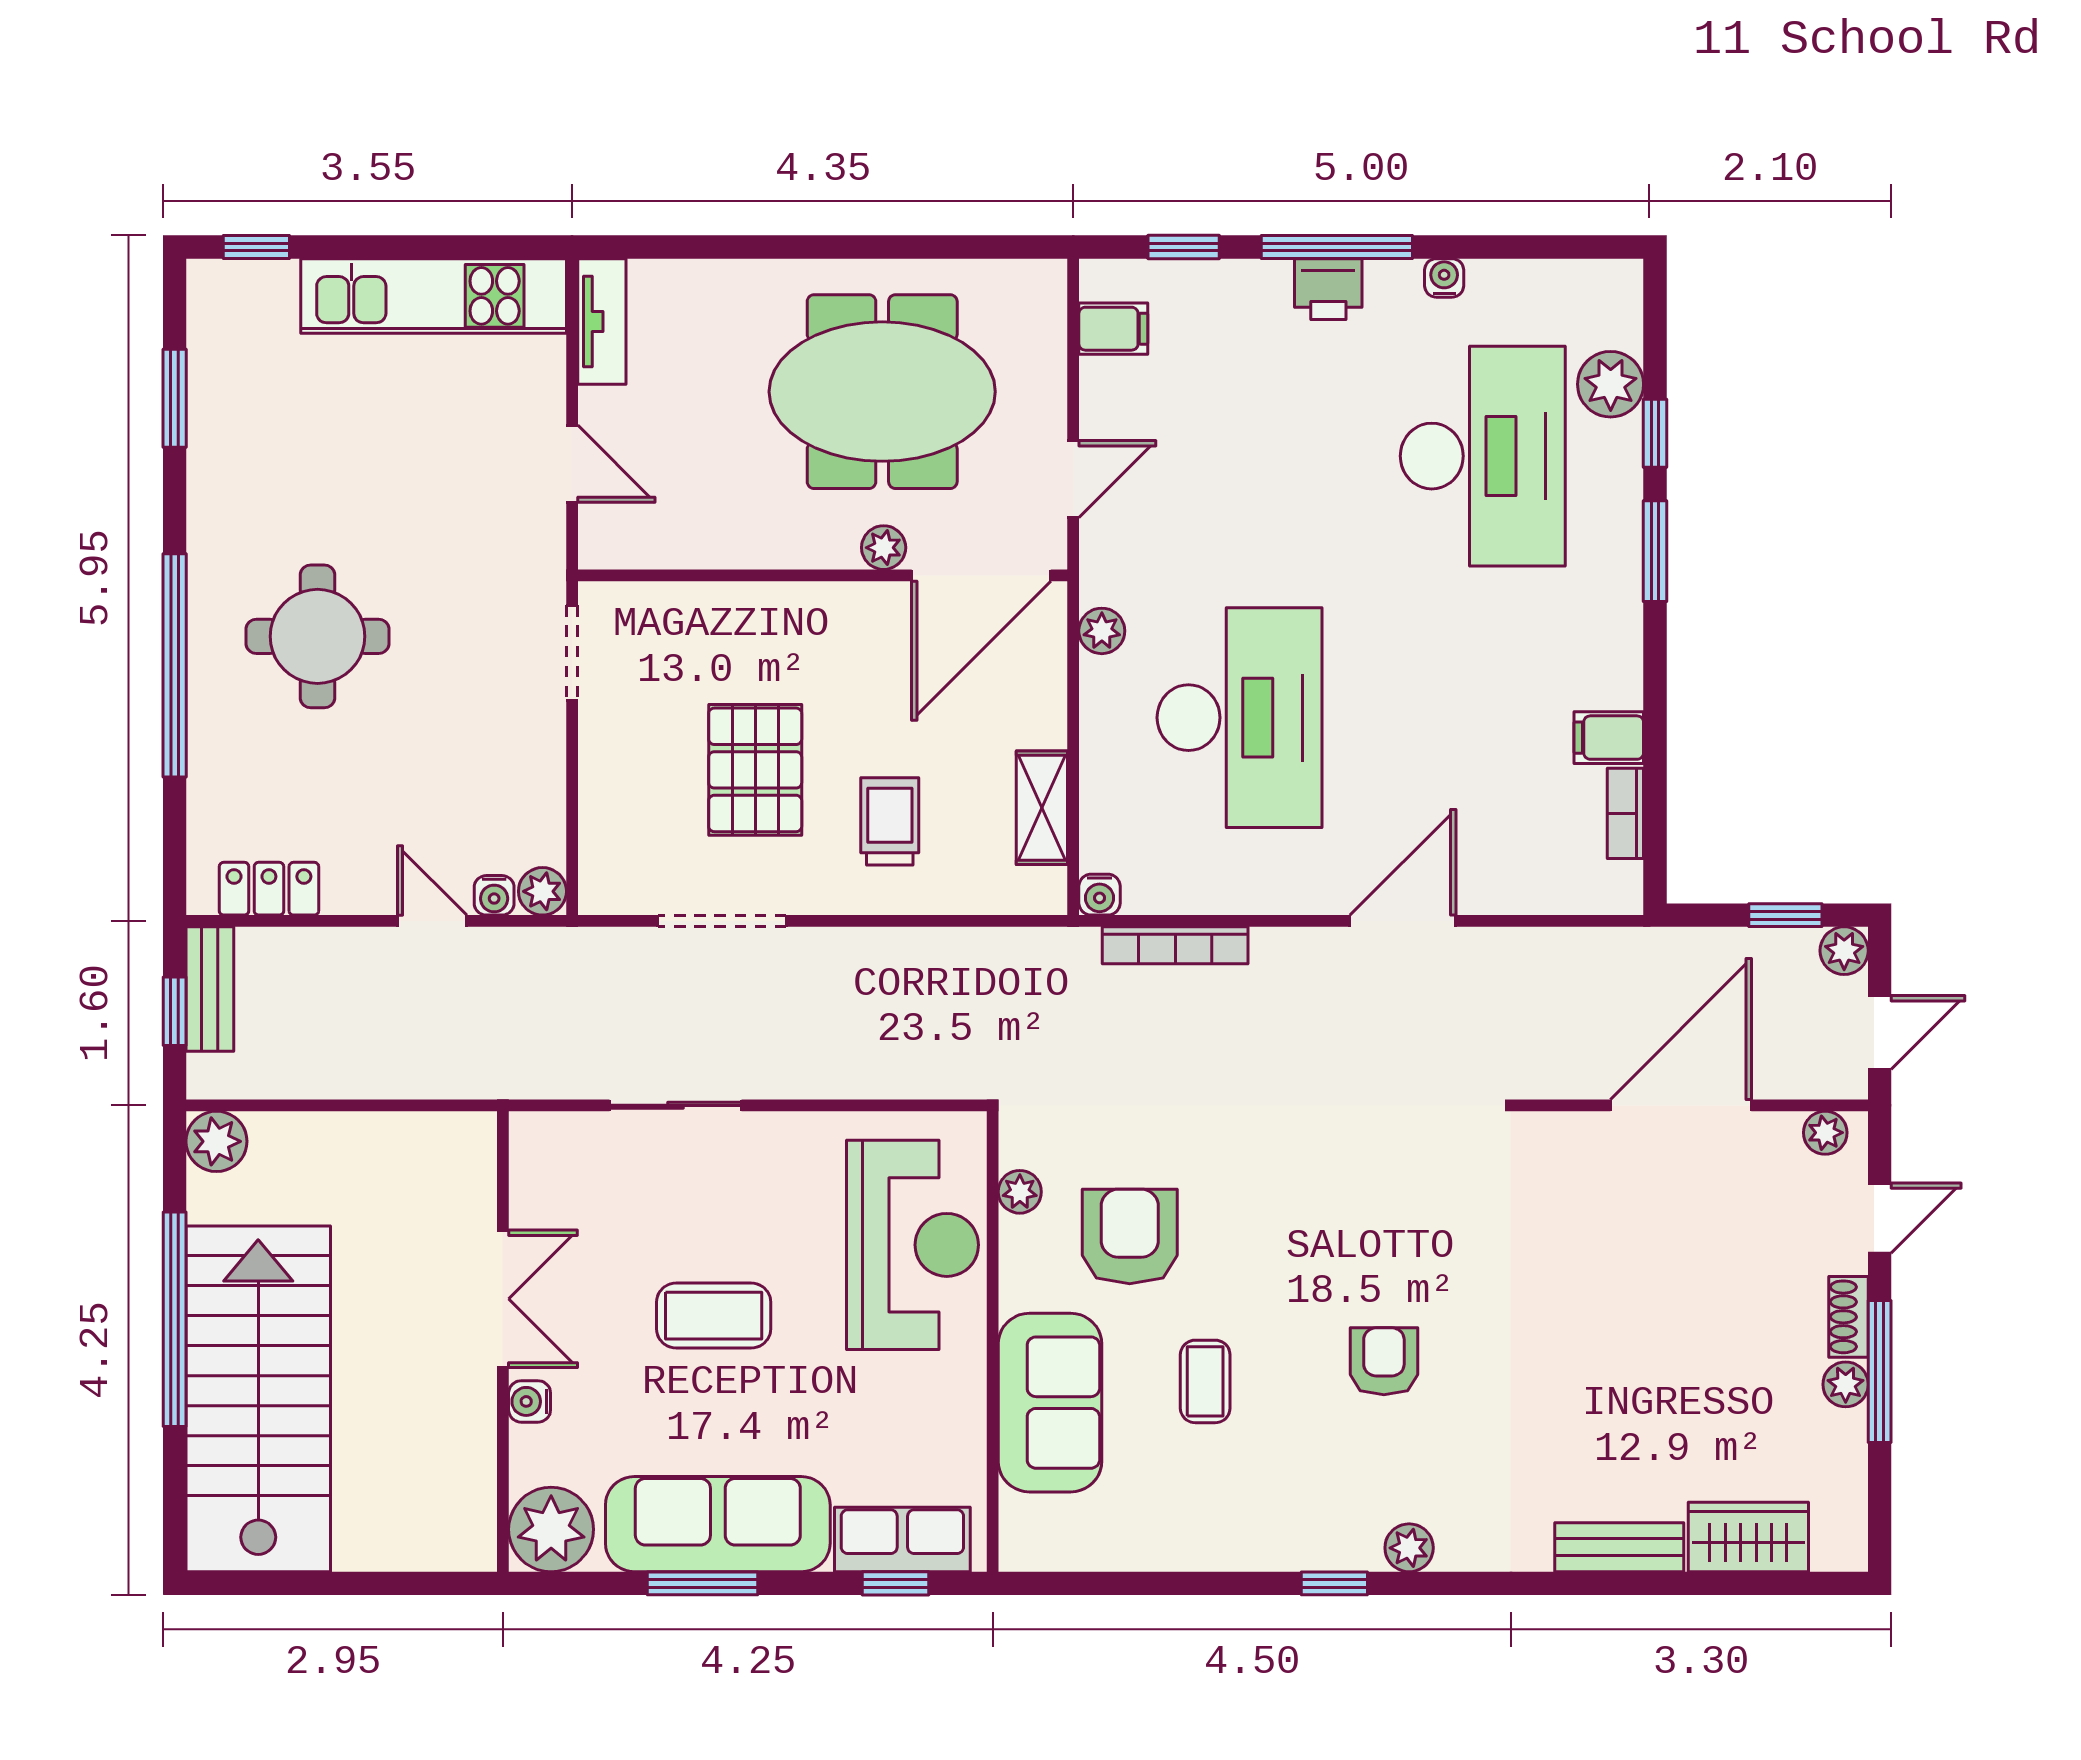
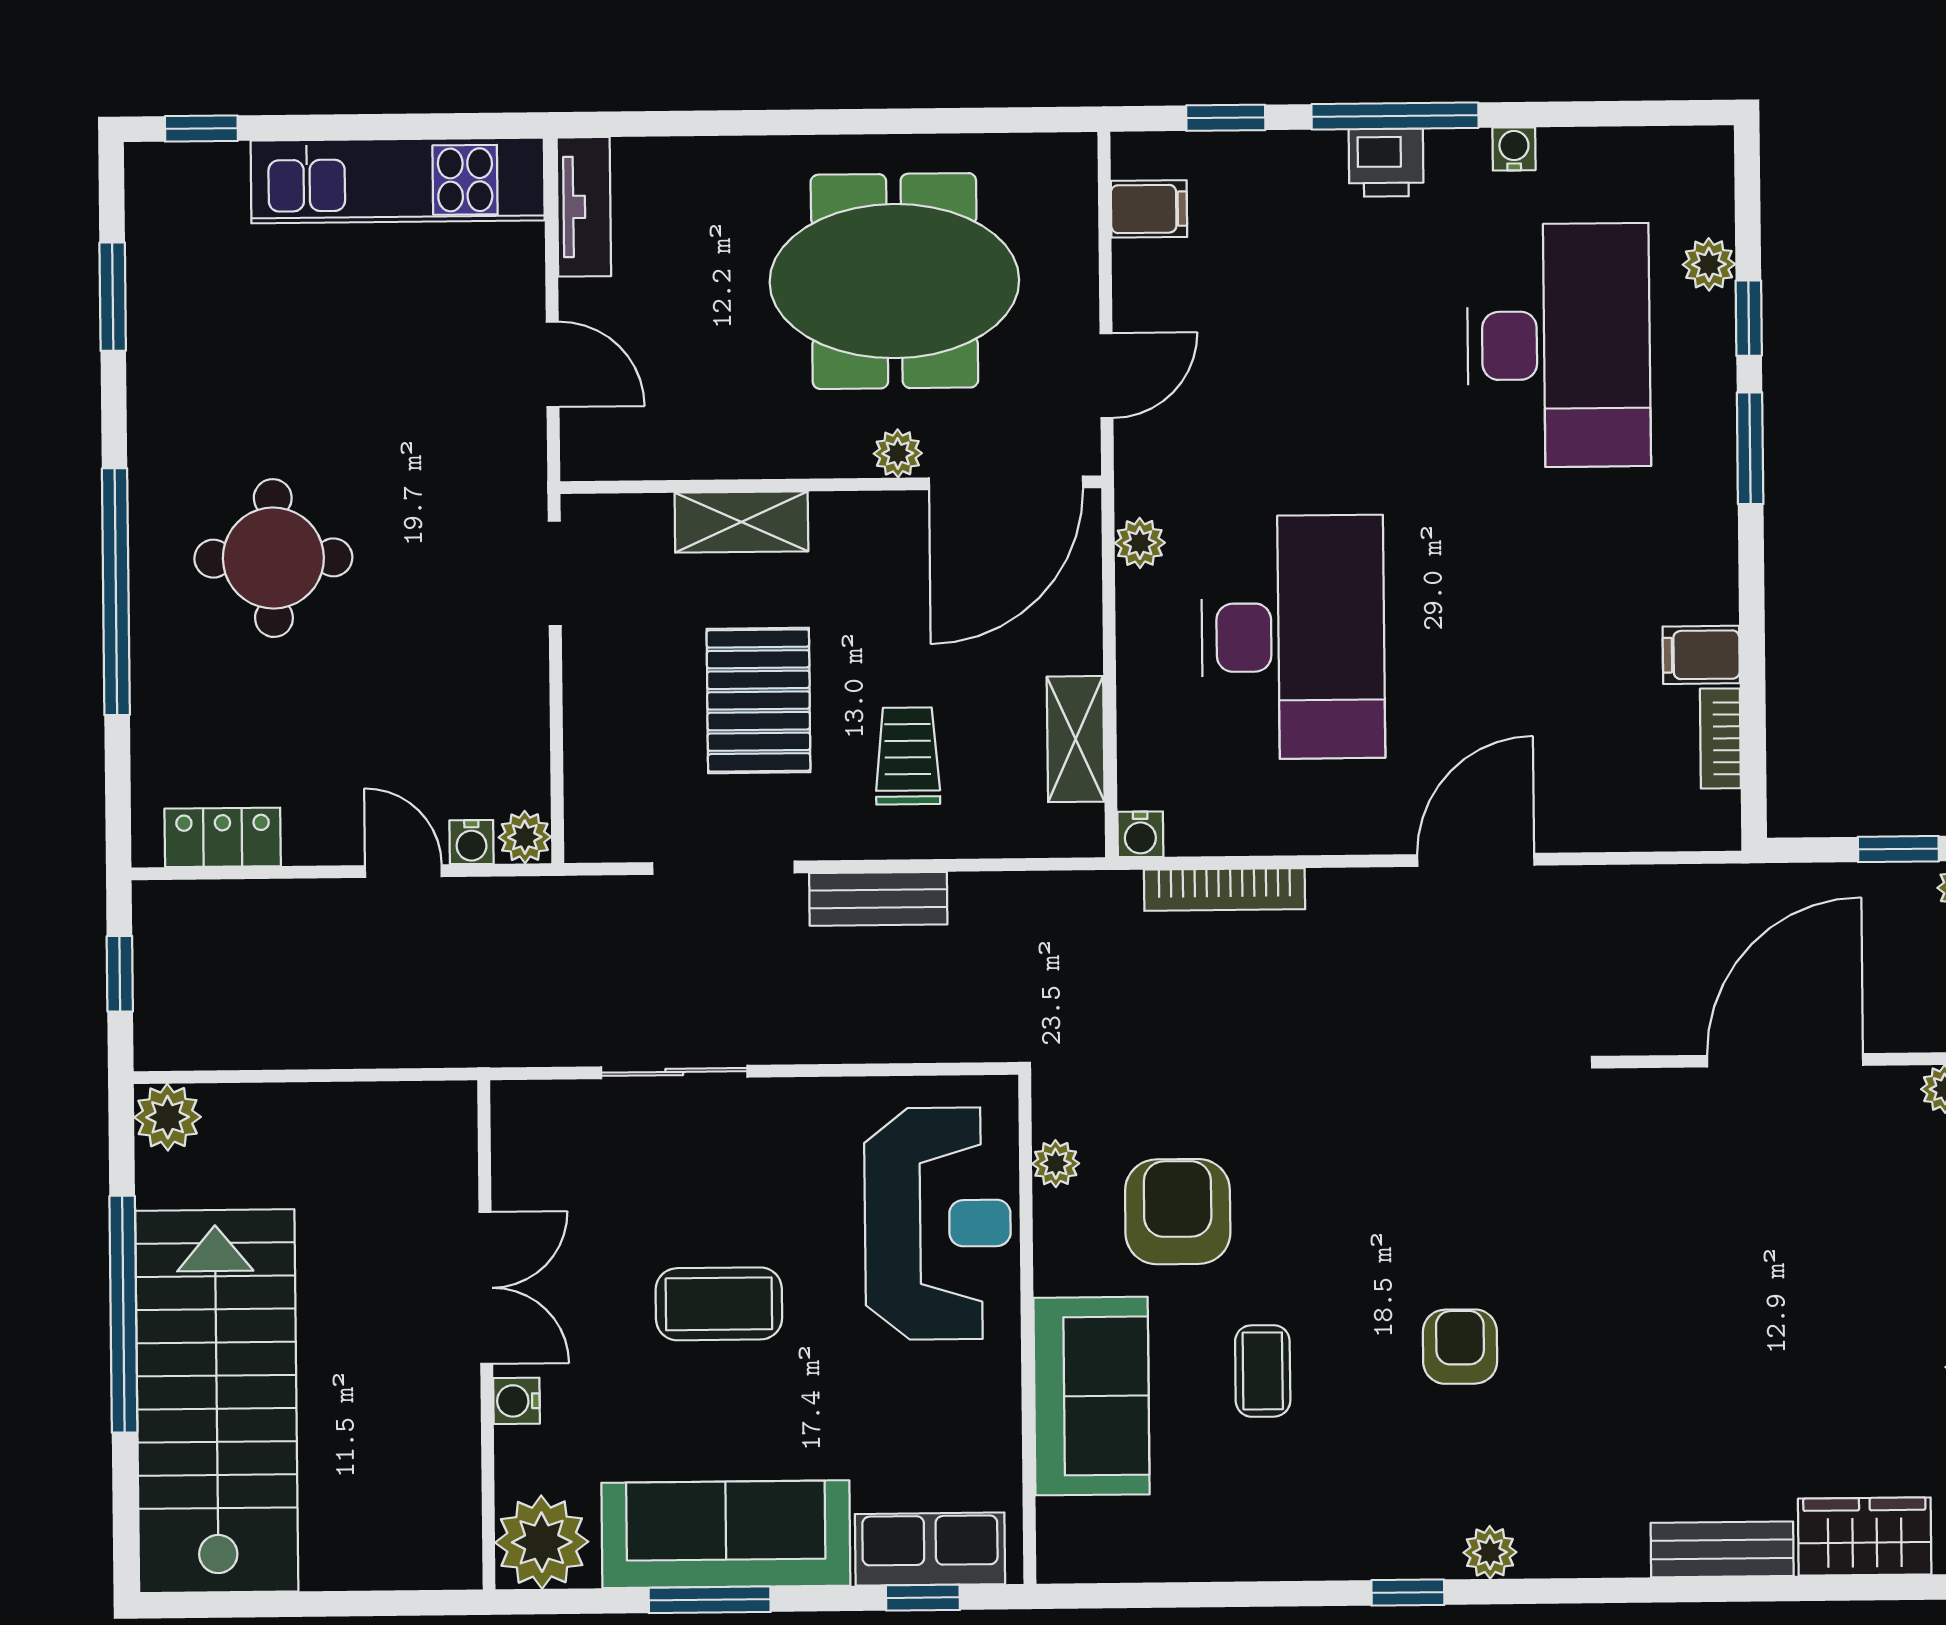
plant: (1611, 384) -> (1709, 264), width x0.73, depth x0.73
shelving: (741, 608) -> (741, 522), added
bench: (210, 989) -> (878, 899), moved, turned 90

